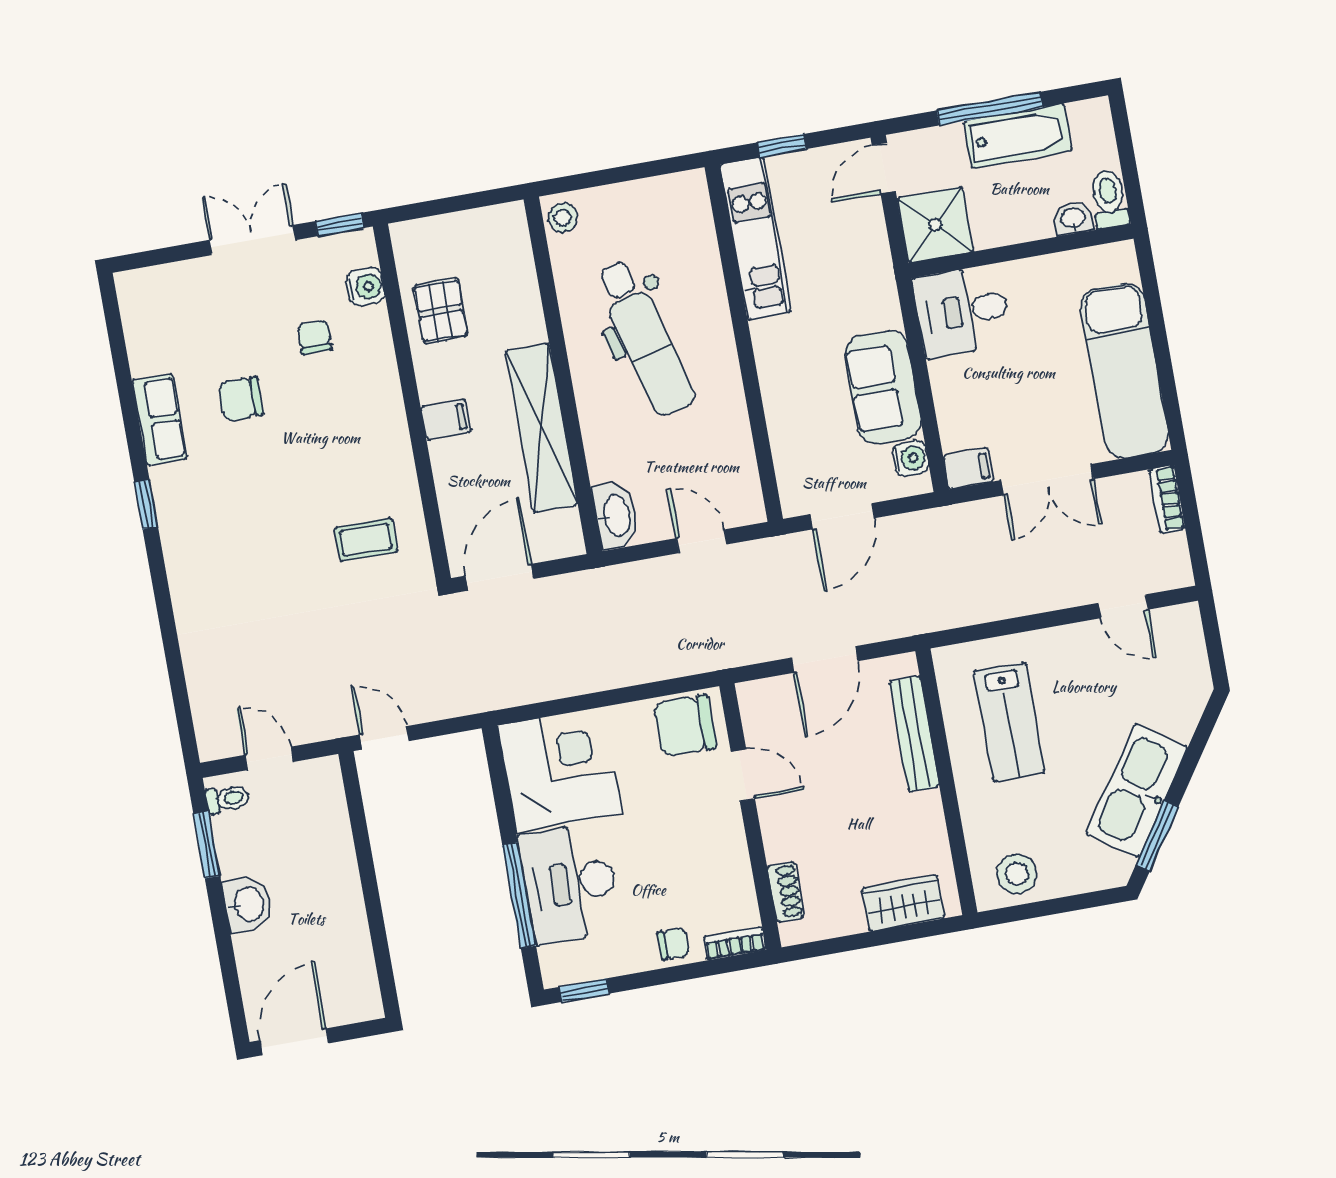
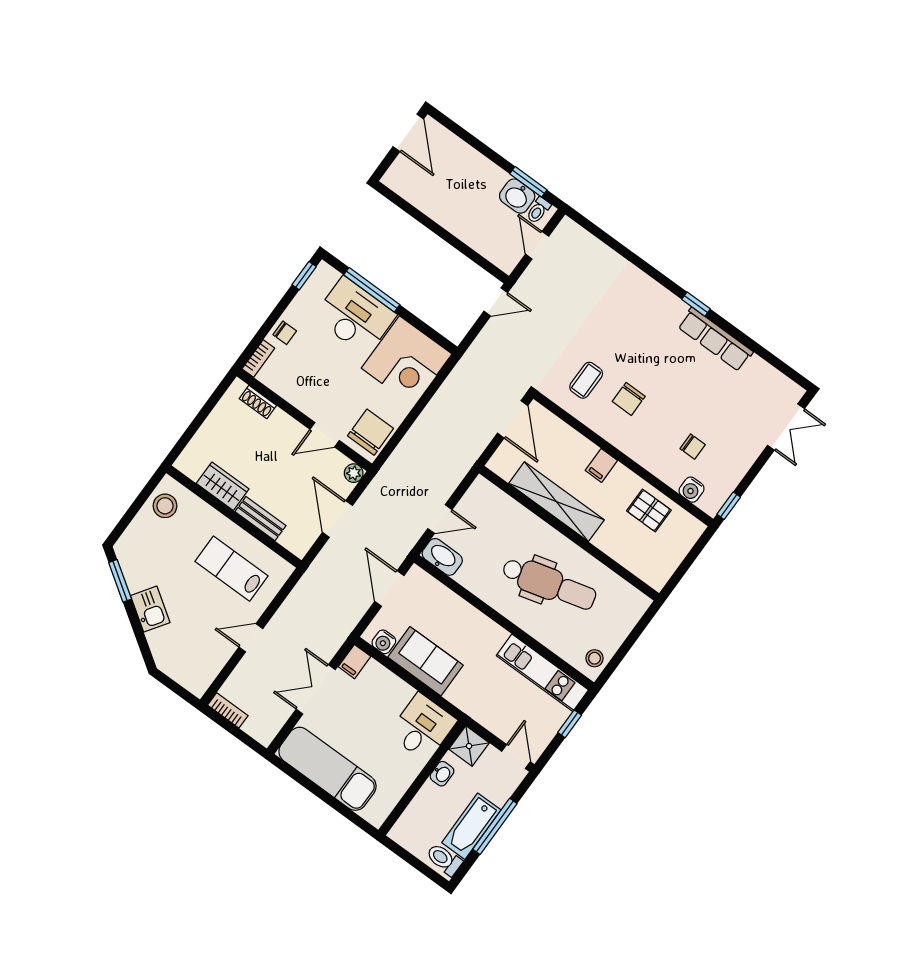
toilet: (1109, 199) -> (444, 859), moved, turned 180
stool: (563, 218) -> (595, 658), moved
washbasin: (1073, 219) -> (442, 774), moved
shower: (935, 225) -> (469, 746), width x0.73, depth x0.73
double door: (252, 240) -> (786, 427), moved
dental chair: (645, 338) -> (549, 584), turned 180
chair: (241, 399) -> (629, 399), moved, turned 180
row of seats: (160, 420) -> (715, 339), width x1.48
bookcase: (1167, 499) -> (228, 710), moved
washbasin: (616, 516) -> (442, 557), moved, turned 180
door: (1123, 606) -> (251, 638), moved
plant: (752, 696) -> (354, 473), added
bench: (914, 734) -> (260, 519), width x0.73
door: (269, 758) -> (537, 245), swing flipped
kitchen sink: (1137, 791) -> (150, 609), width x0.53, depth x0.81
wardrobe: (903, 903) -> (223, 486), moved, turned -90
washbasin: (248, 904) -> (517, 196), moved
chair: (673, 944) -> (285, 333), turned -90

